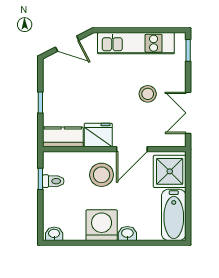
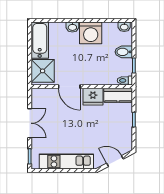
stool: (148, 94) -> (58, 126), removed
double door: (188, 113) -> (30, 123), moved
door: (132, 149) -> (69, 87), swing flipped
stool: (102, 175) -> (91, 69), removed
toilet: (53, 181) -> (125, 80), moved
bidet: (55, 198) -> (124, 52), added

